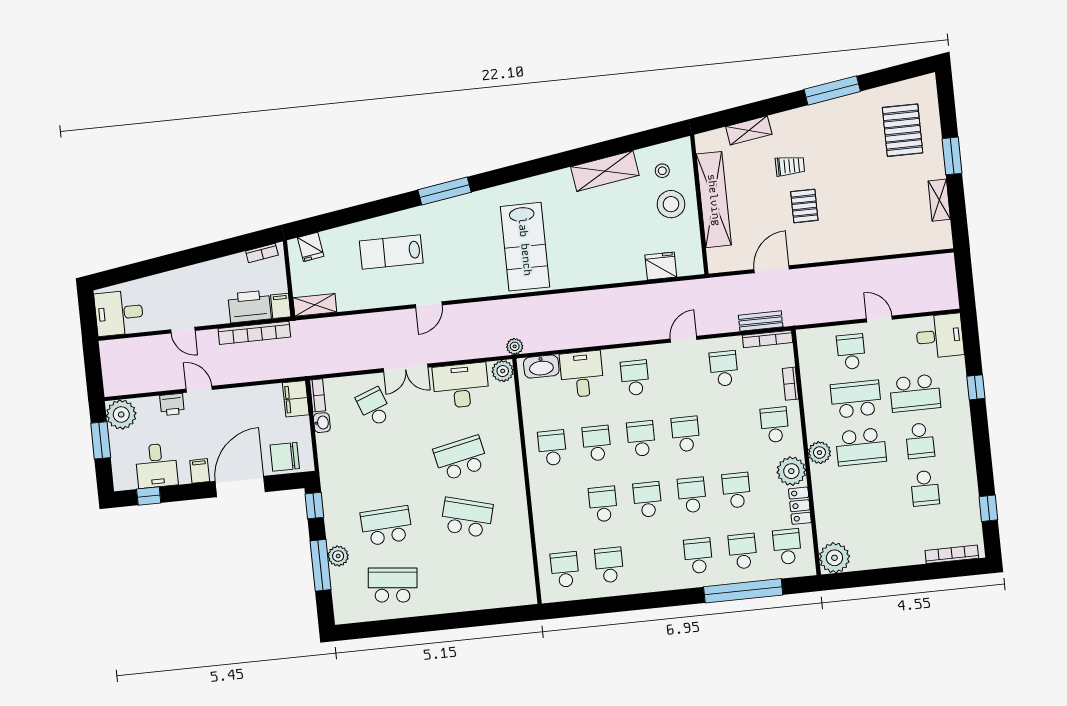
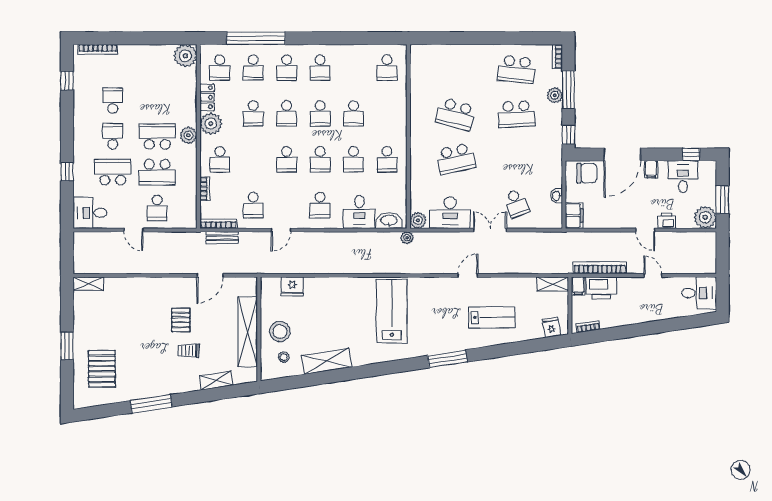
shelving: (939, 200) -> (88, 284), moved, turned 90
bookcase: (318, 395) -> (558, 56), moved
school desk: (609, 565) -> (320, 68), moved

